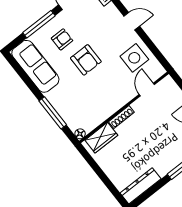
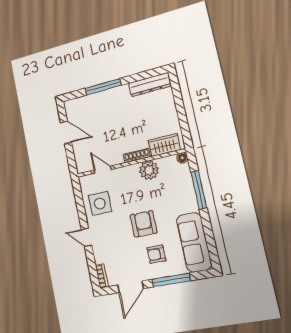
door: (147, 90) -> (103, 170), swing flipped
plant: (104, 109) -> (149, 170), added

